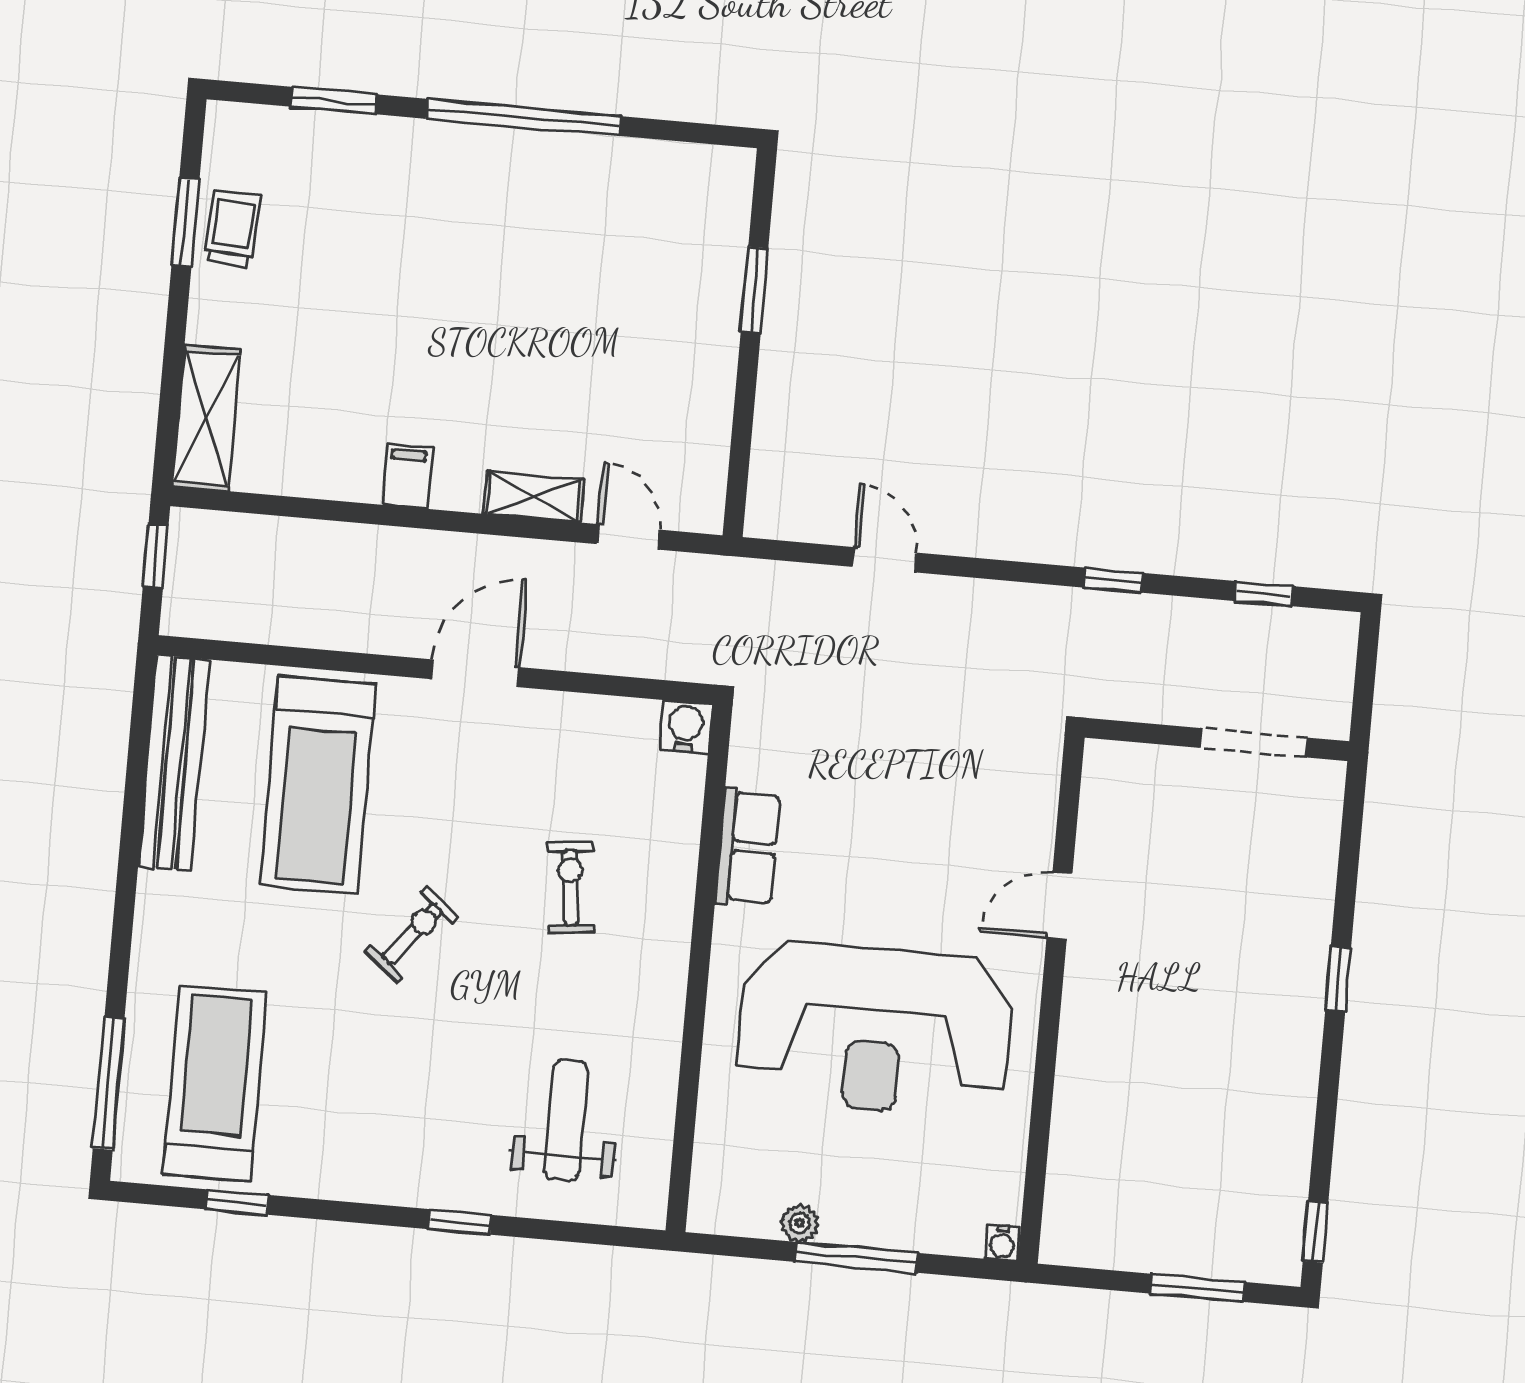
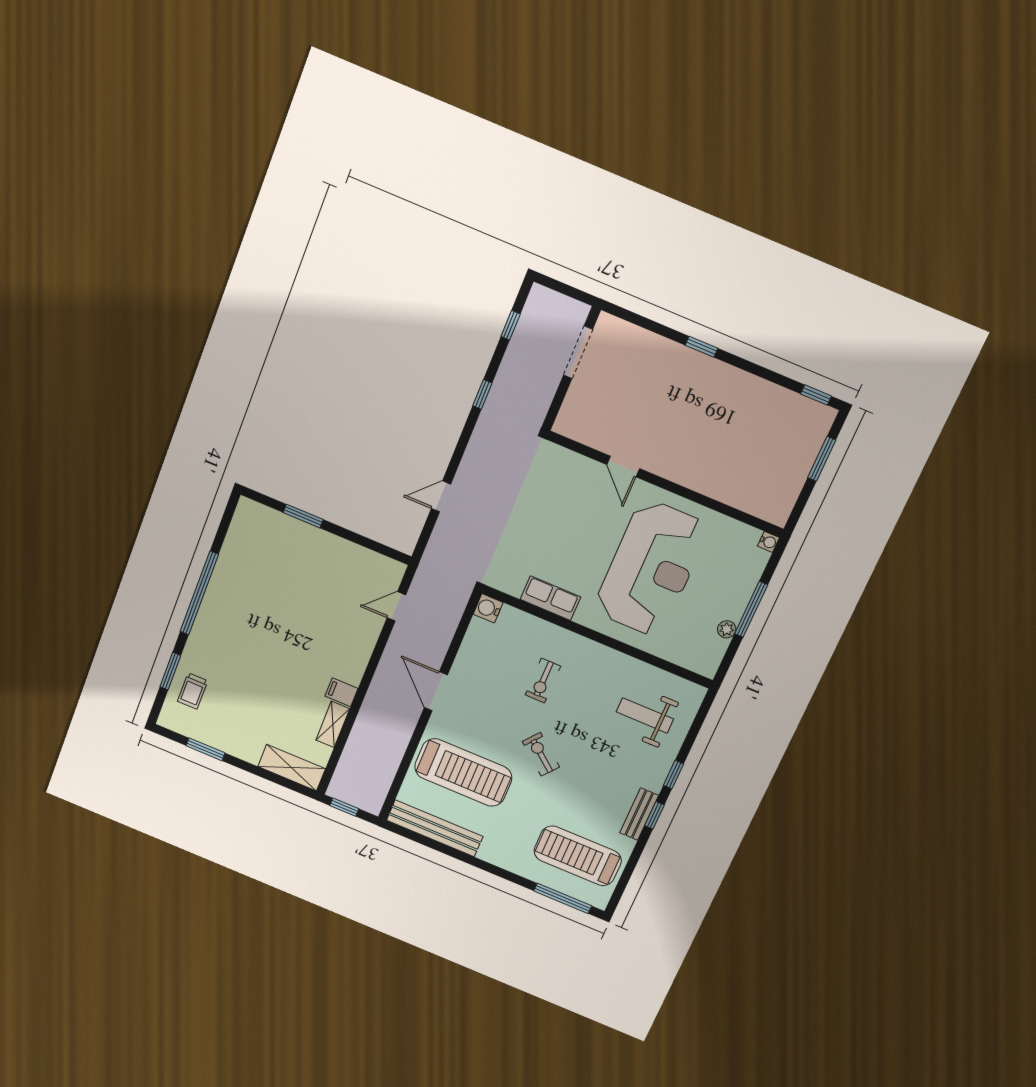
trolley: (233, 228) -> (193, 691), moved, turned -94
shelving: (534, 496) -> (333, 724), moved
exercise bike: (571, 887) -> (543, 681), turned -84
bench: (350, 1180) -> (639, 814), added
window: (237, 1202) -> (654, 815), moved

